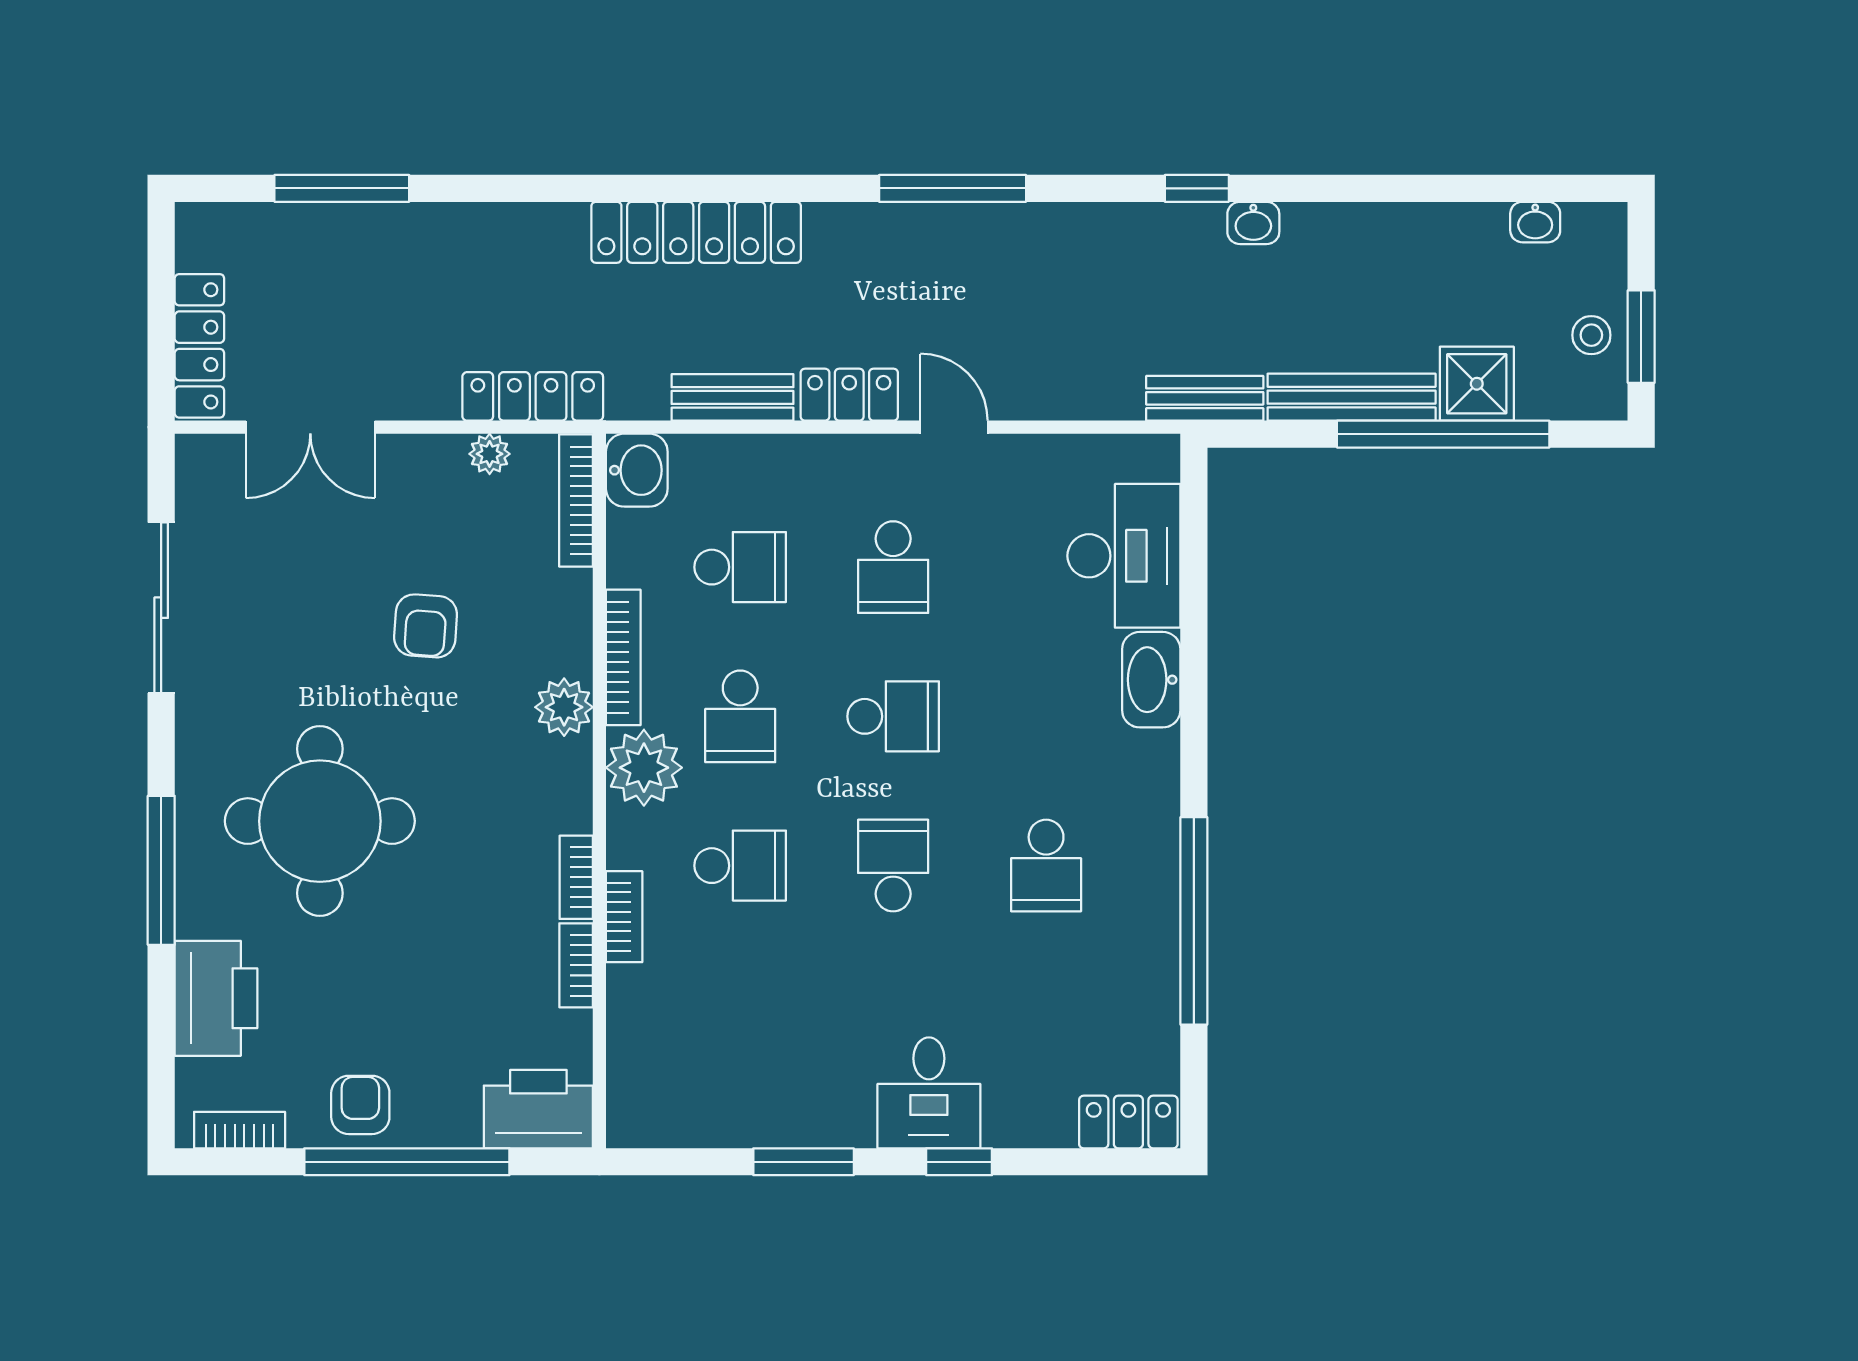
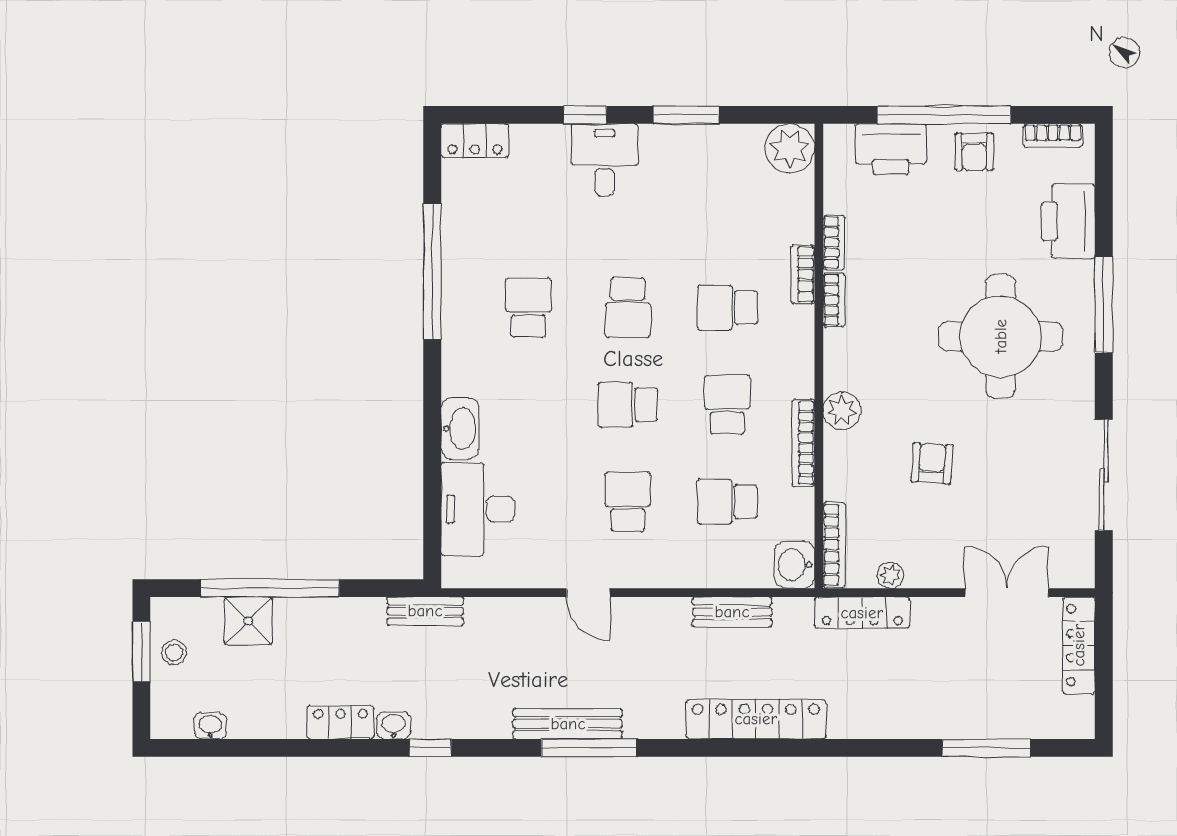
locker: (849, 395) -> (340, 722), moved, turned 180
bench: (1352, 397) -> (568, 724), moved
plant: (644, 768) -> (790, 148), moved
printer: (538, 1109) -> (891, 149), moved

